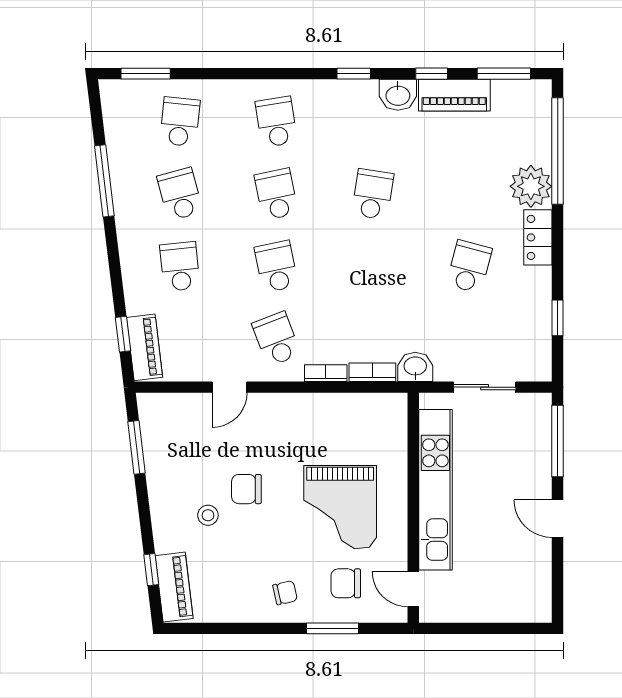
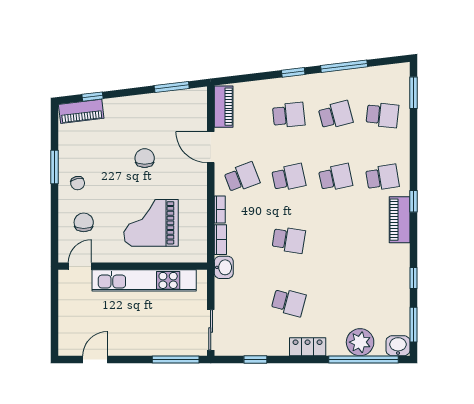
window: (354, 74) -> (414, 201), moved
washbasin: (398, 95) -> (398, 346), moved, turned 90
piano: (454, 95) -> (400, 220), moved
plant: (531, 186) -> (360, 342), moved
school desk: (373, 194) -> (289, 240), moved
window: (123, 334) -> (293, 72), moved
piano: (145, 347) -> (224, 107), moved, turned -83
door: (230, 387) -> (211, 147), width x1.38
sliding door: (485, 387) -> (211, 330), moved
grand piano: (340, 507) -> (151, 223), moved
stool: (208, 515) -> (128, 133), removed
door: (558, 519) -> (95, 359), moved
window: (332, 628) -> (54, 167), moved

